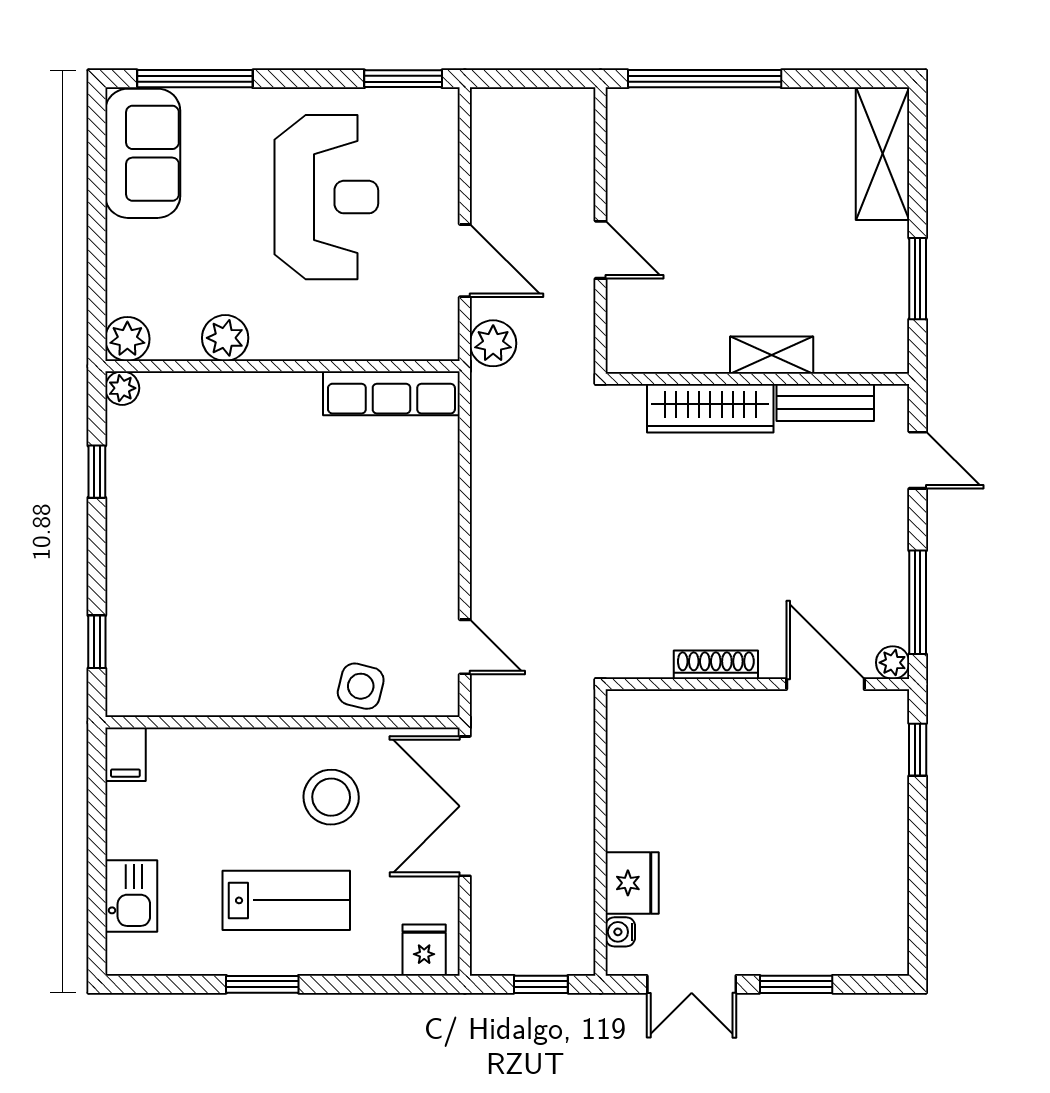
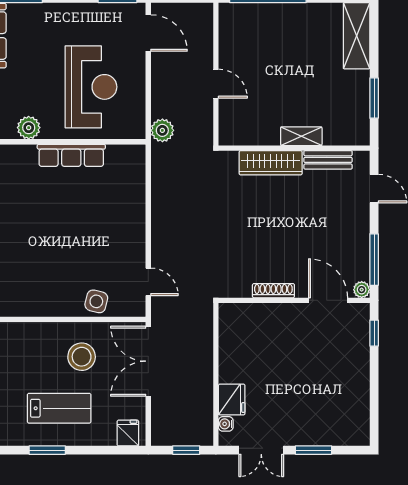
reception desk: (326, 197) -> (91, 87), moved
door: (465, 261) -> (148, 33), moved
row of seats: (391, 393) -> (71, 155), moved

